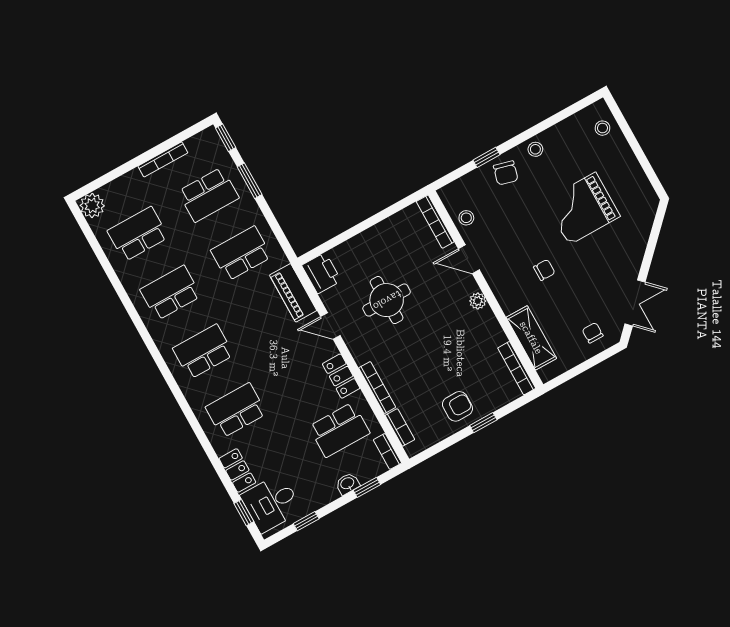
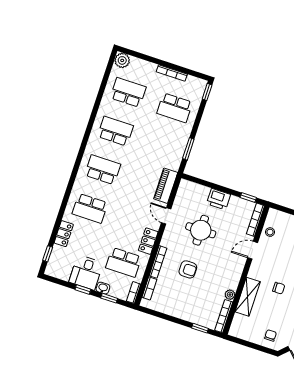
window: (250, 181) -> (188, 149), moved
window: (400, 206) -> (248, 197), added
school desk: (241, 254) -> (162, 146), removed
door: (469, 259) -> (253, 250), hinge flipped
printer: (321, 273) -> (219, 199), moved, turned 90
plant: (478, 301) -> (230, 295), moved
shelving: (531, 338) -> (248, 297), moved
armchair: (457, 406) -> (188, 269), moved
school desk: (236, 410) -> (90, 208), turned 180
window: (483, 423) -> (200, 328), moved
desk: (271, 503) -> (86, 272), moved, turned -90
window: (306, 521) -> (83, 289), moved

